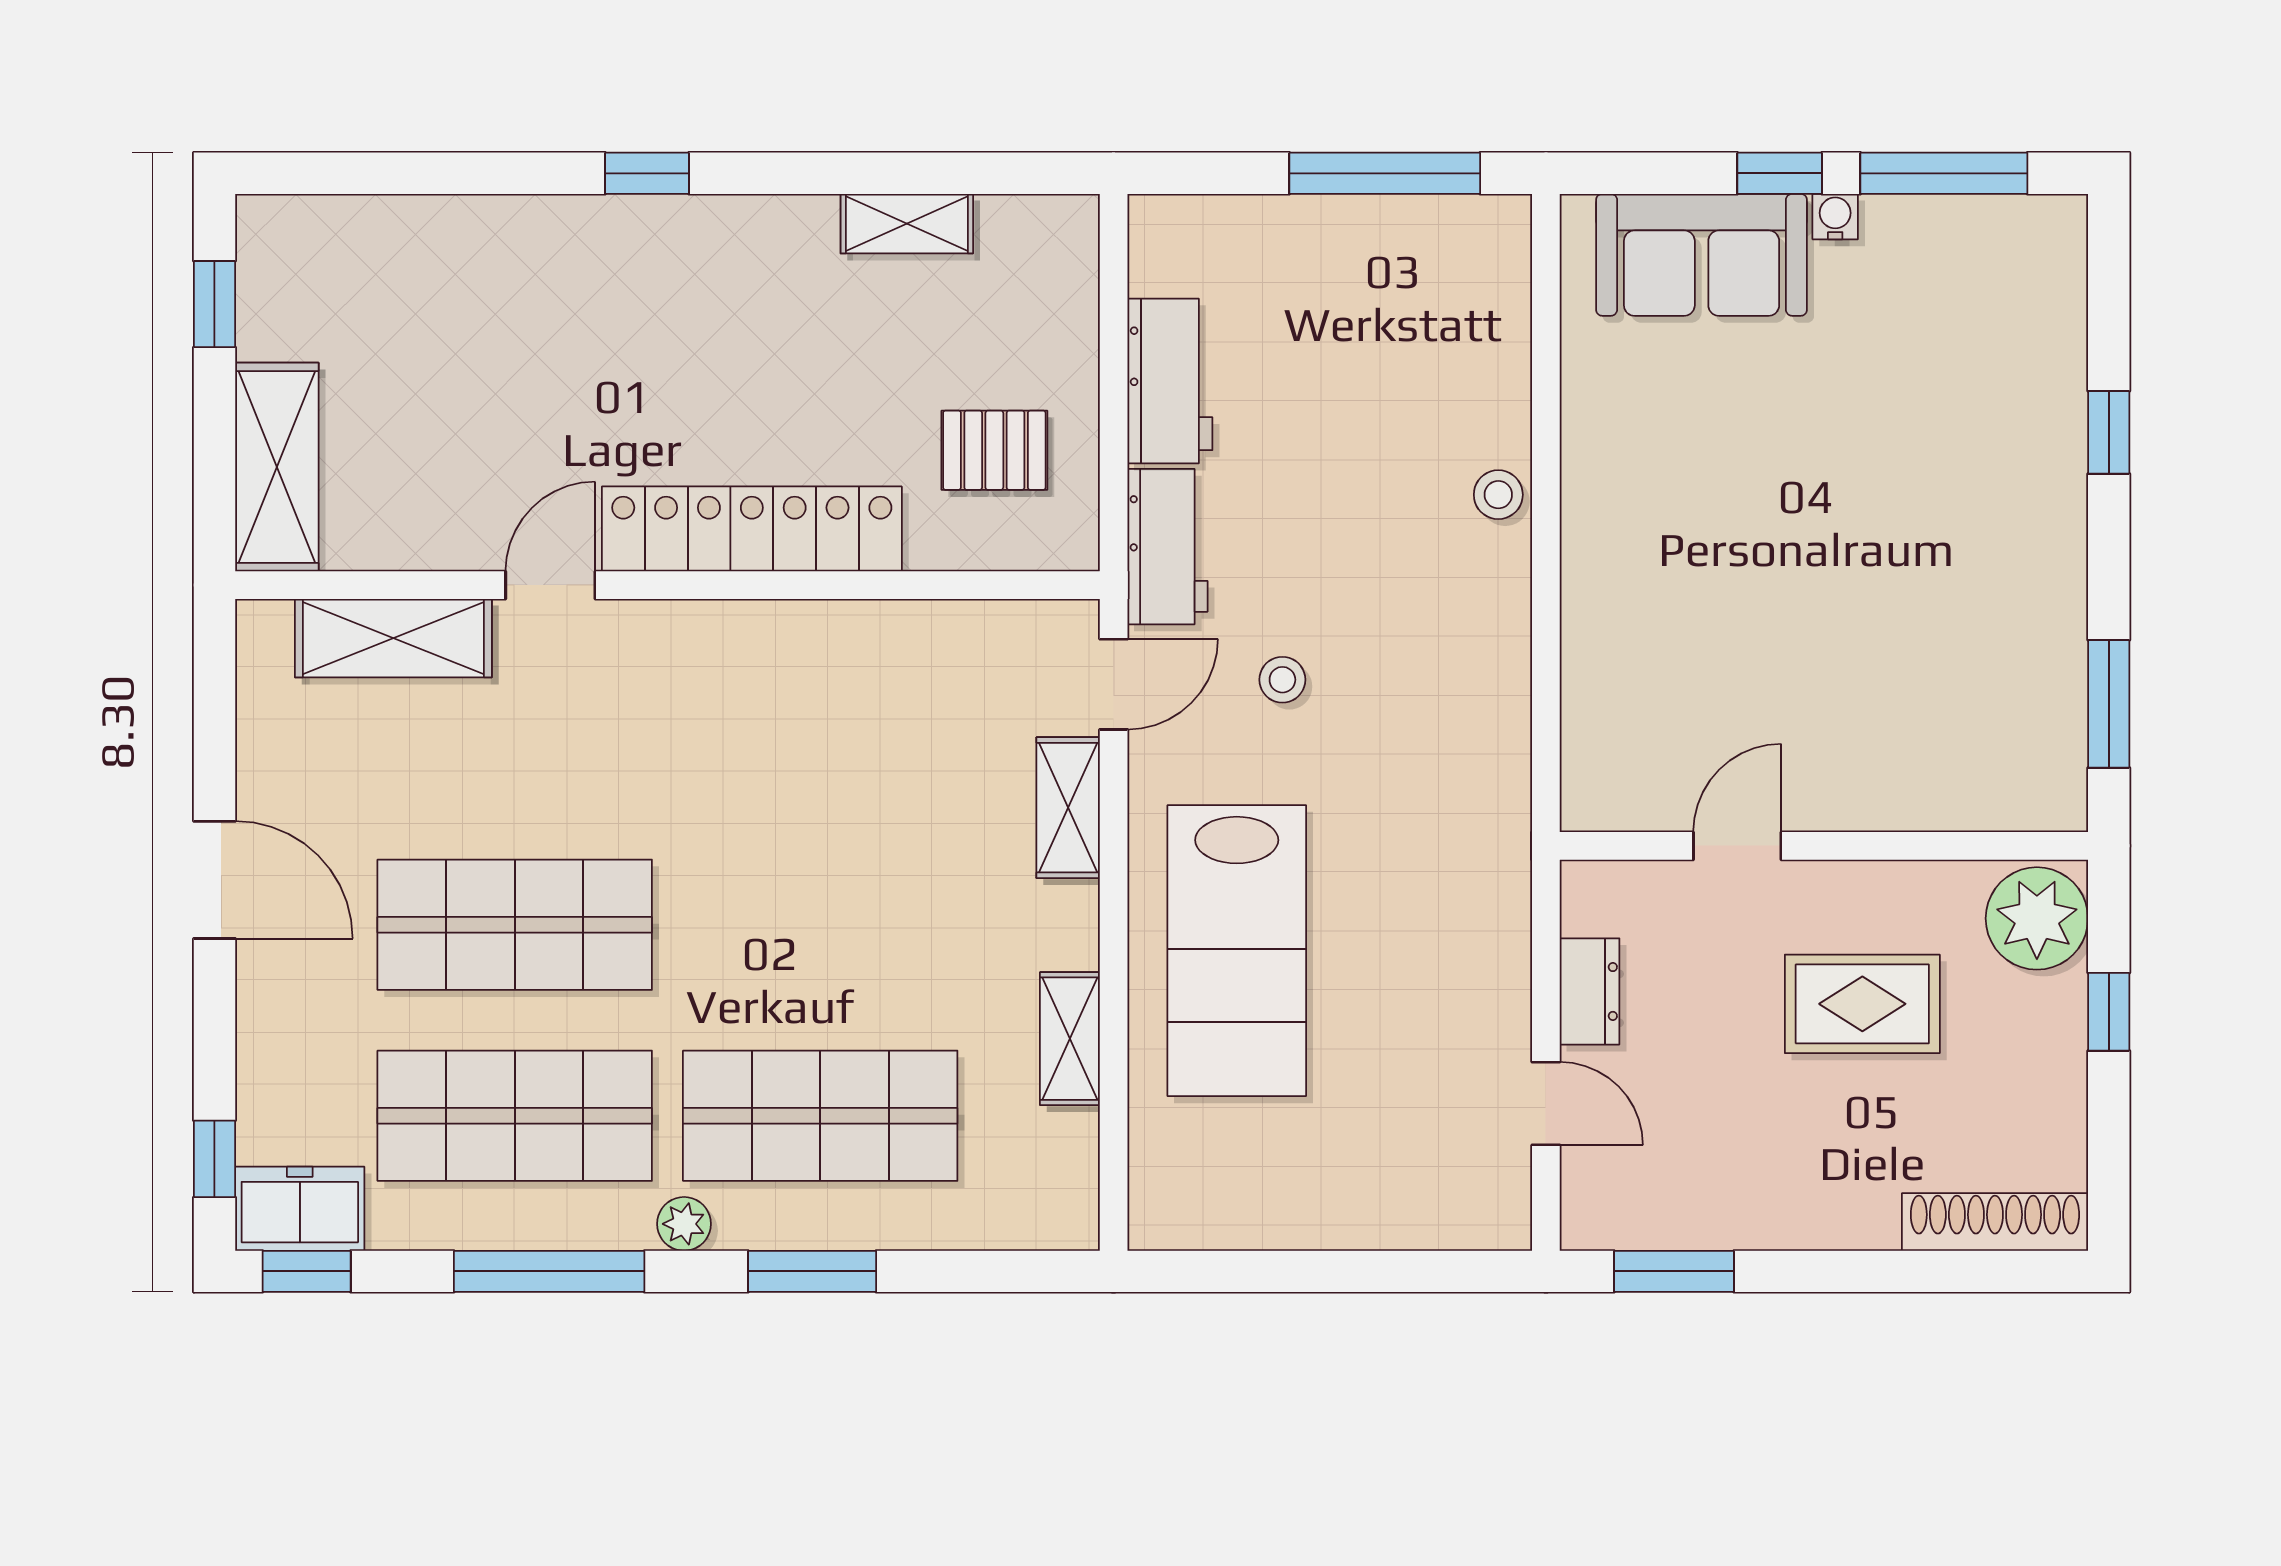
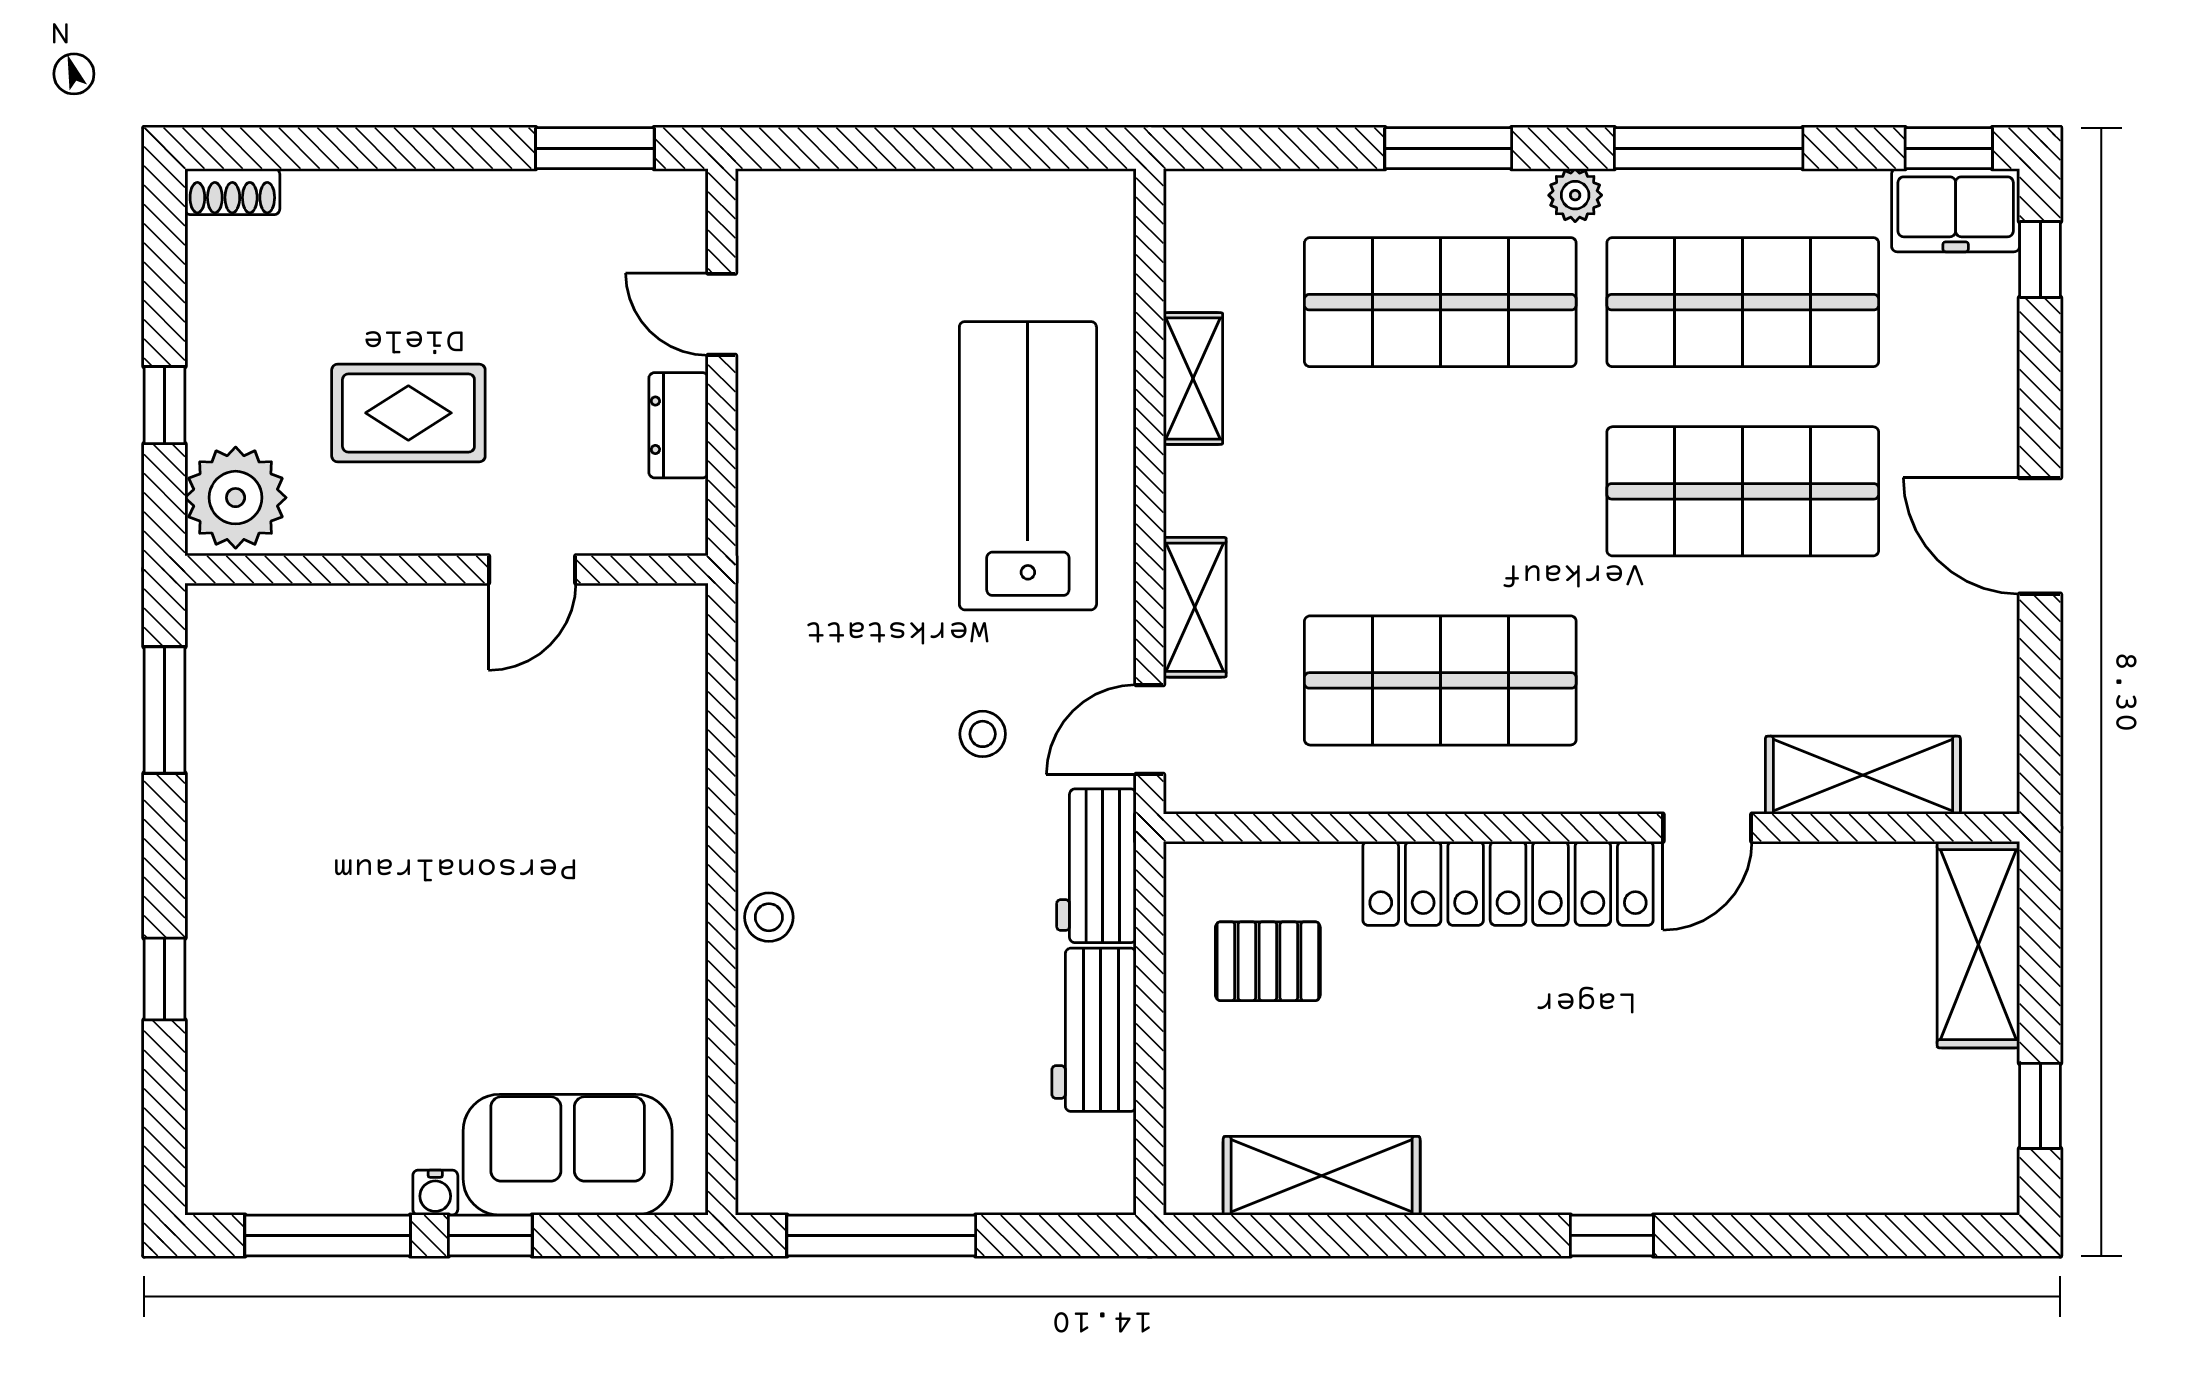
shelving: (907, 224) -> (1322, 1176), width x1.50, depth x1.33
shop shelf: (820, 734) -> (1440, 680), added
shoe rack: (1995, 1222) -> (232, 192), width x0.51, depth x0.81

